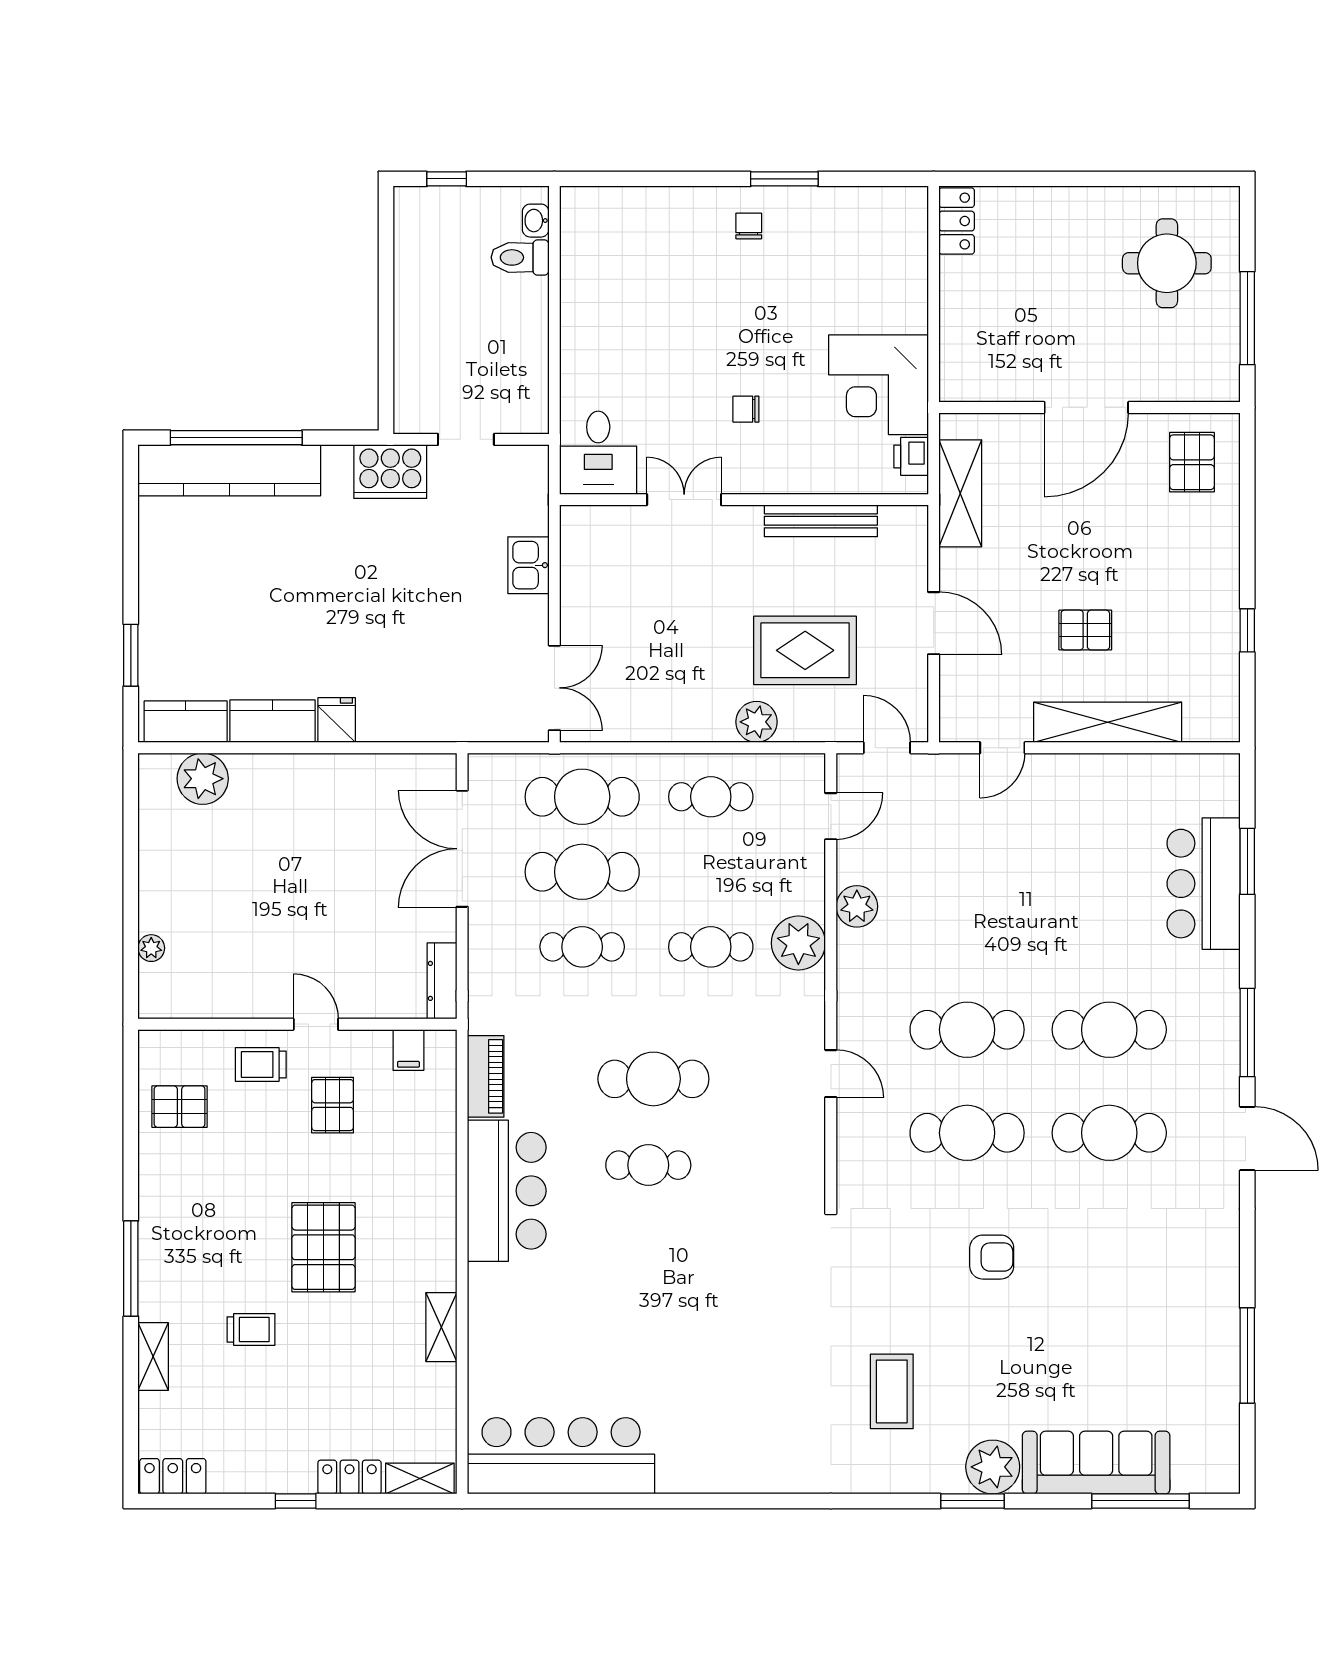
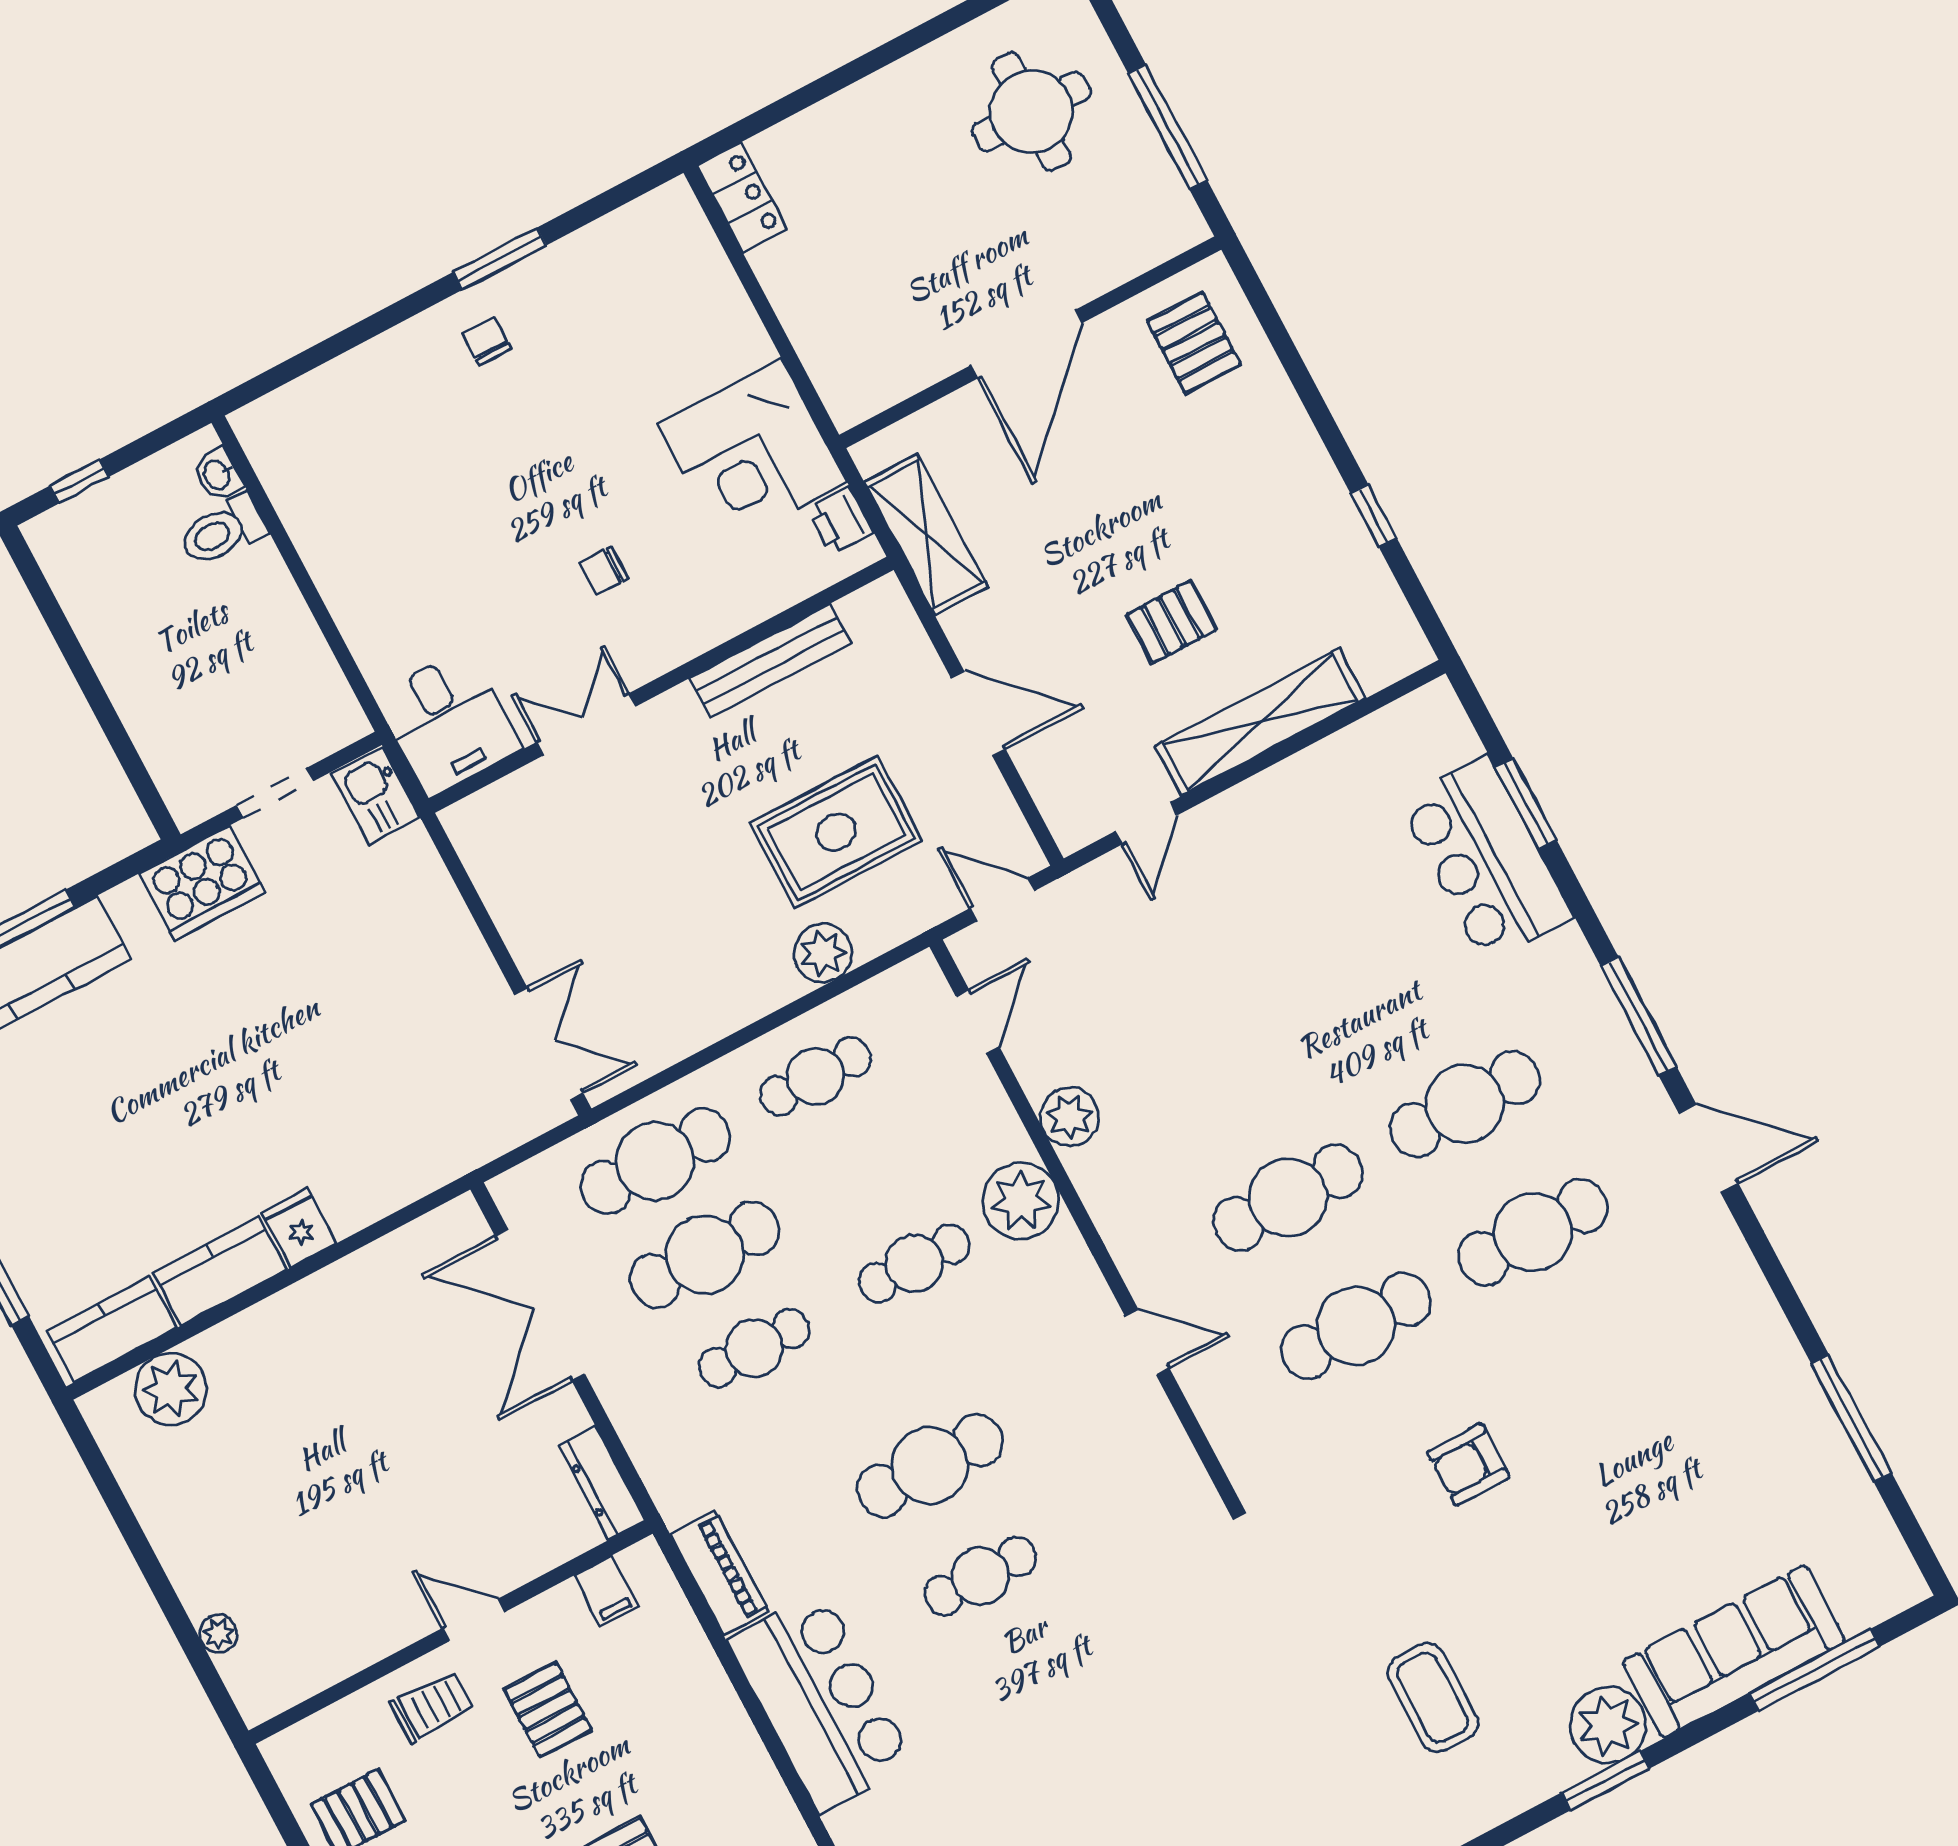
kitchen sink: (528, 565) -> (376, 796), moved
trolley: (261, 1064) -> (432, 1706), turned 180
armchair: (992, 1257) -> (1468, 1464), turned 180

